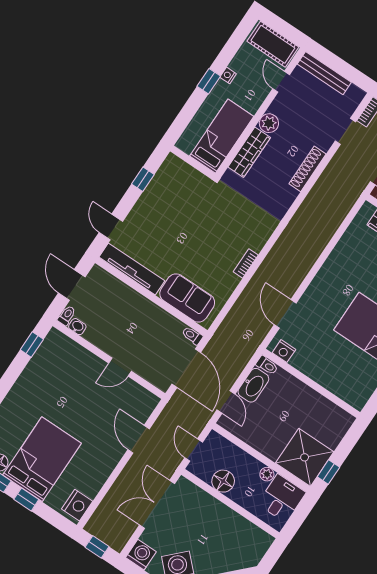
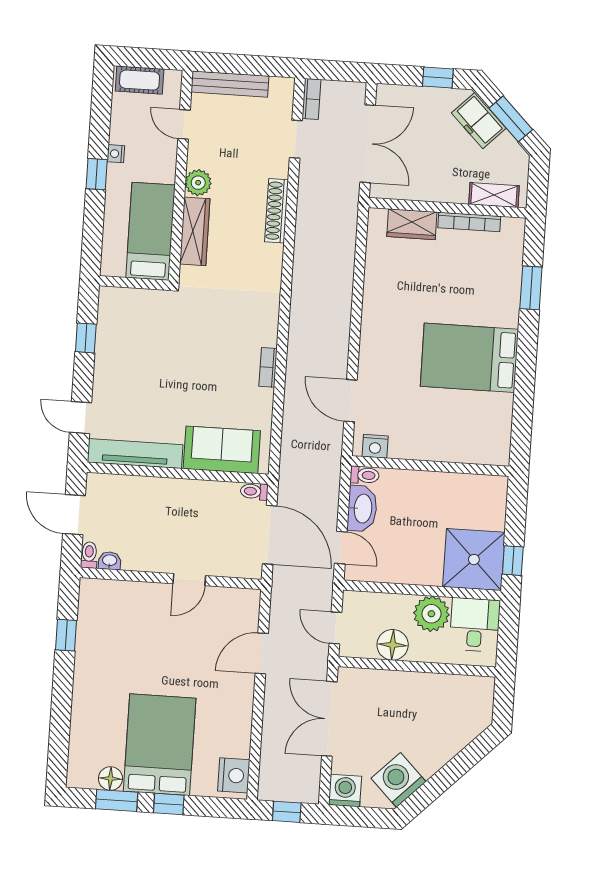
cot: (273, 44) -> (140, 80), width x0.73, depth x0.75
window: (32, 345) -> (66, 635), moved
door: (139, 439) -> (262, 653), hinge flipped
plant: (267, 474) -> (431, 614), width x1.88, depth x1.88

